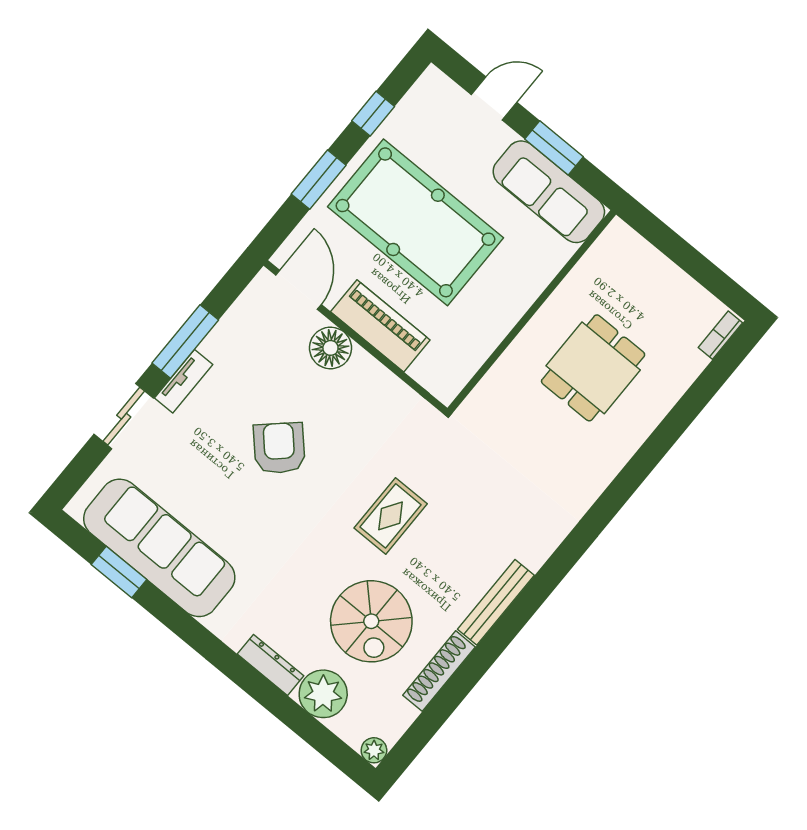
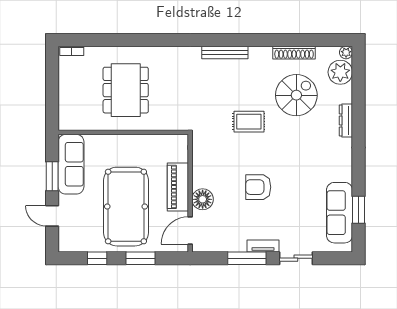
dining table: (593, 368) -> (126, 90), width x1.38
armchair: (279, 448) -> (258, 187), turned 43
sofa: (159, 548) -> (340, 213), width x0.74, depth x0.79
bench: (496, 602) -> (225, 52), moved
plant: (323, 694) -> (340, 72), moved

